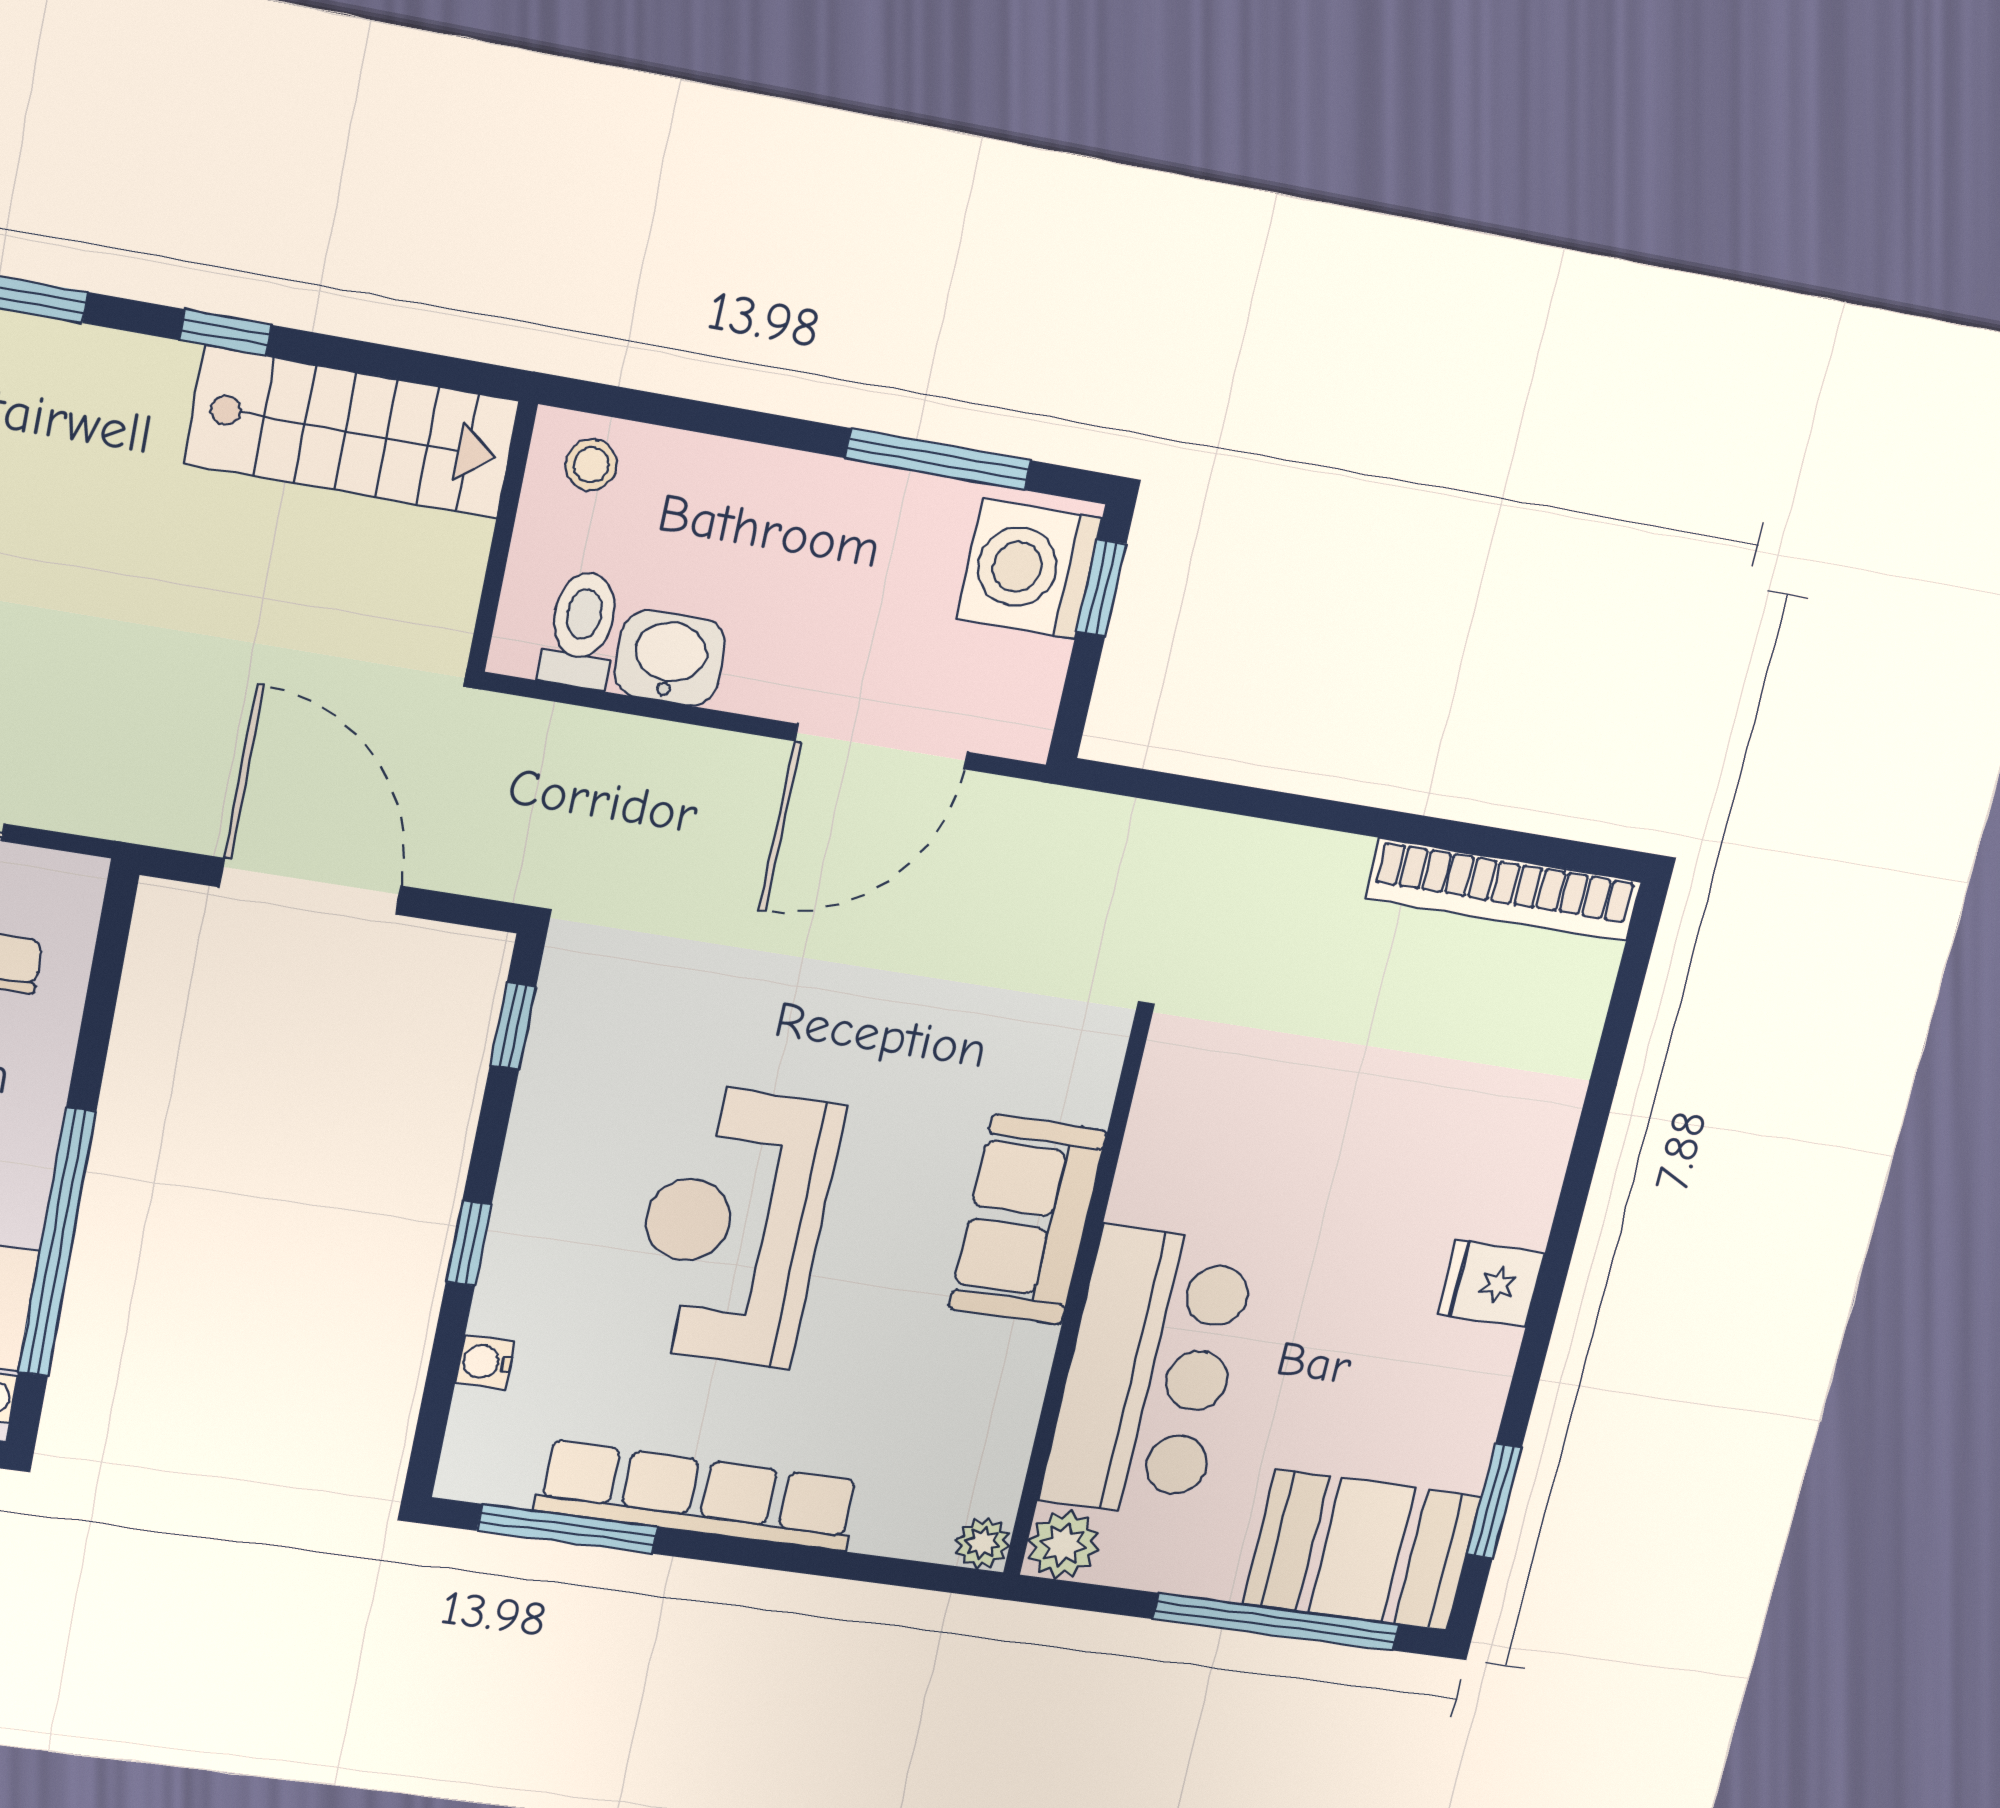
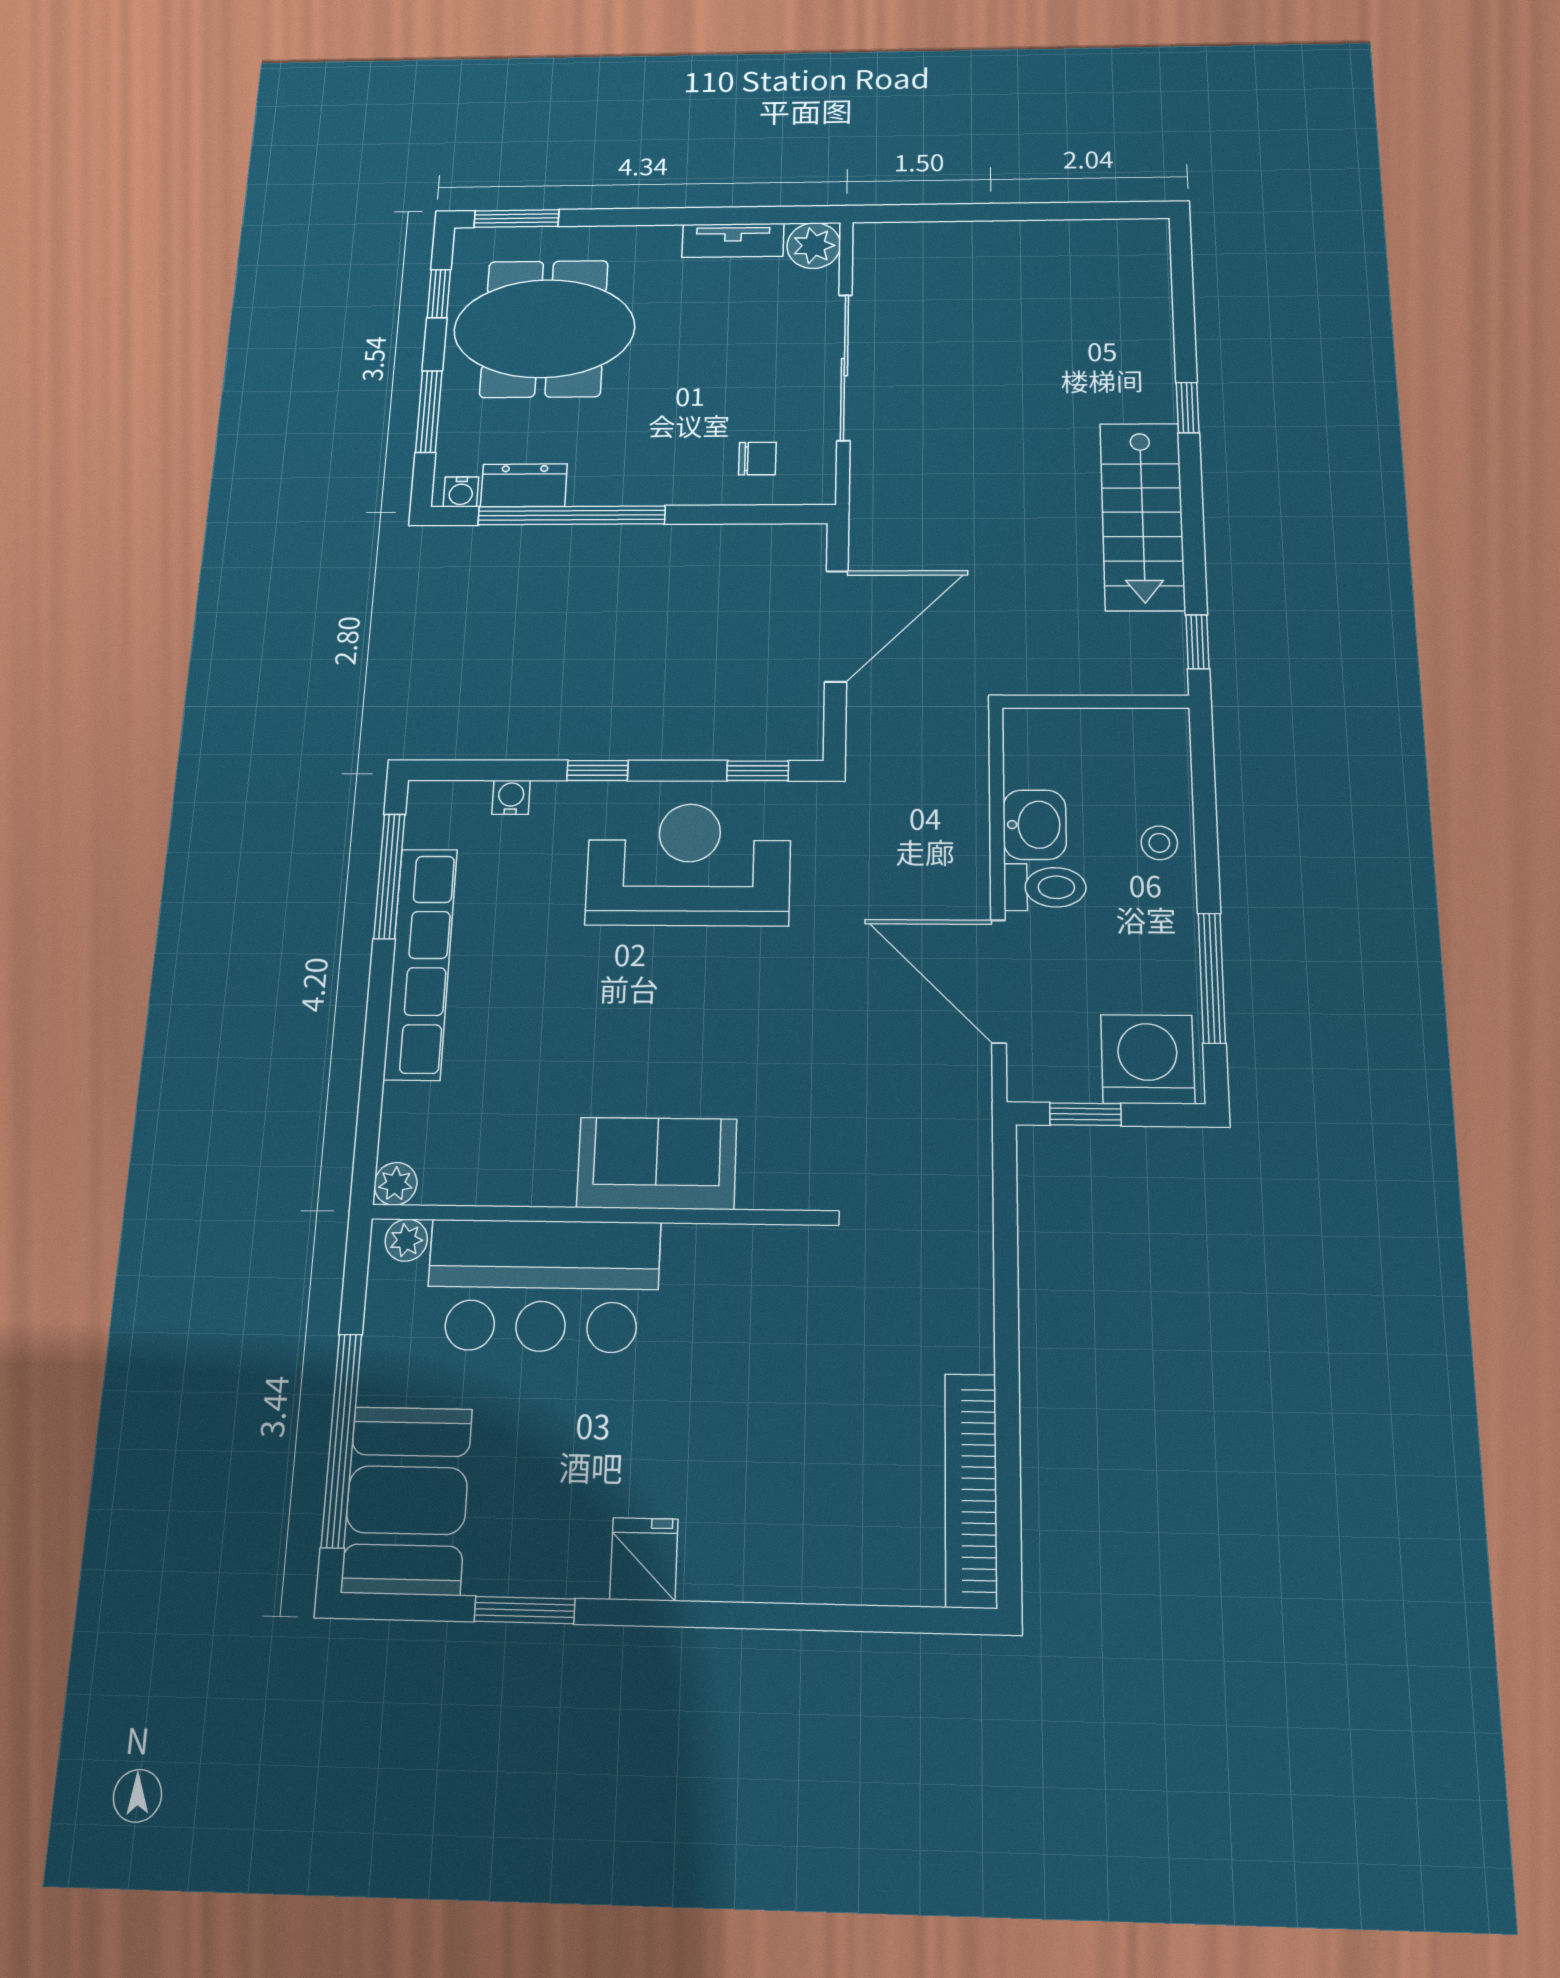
window: (225, 333) -> (1198, 642), moved
stairs: (352, 432) -> (1142, 516), moved
stool: (591, 465) -> (1159, 843), moved
window: (1101, 588) -> (1085, 1114), moved
toilet: (581, 630) -> (1045, 887), moved
reception desk: (733, 1226) -> (689, 864), moved
window: (1494, 1501) -> (525, 1610), moved
plant: (1063, 1545) -> (406, 1240), width x0.73, depth x0.73

